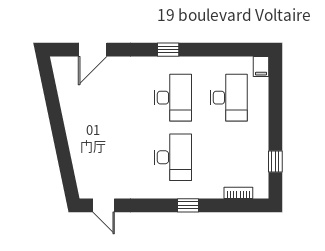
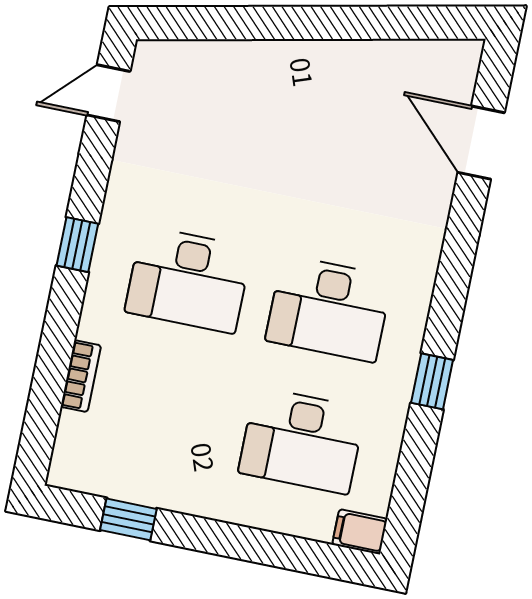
window: (168, 50) -> (432, 381), moved
bookcase: (238, 193) -> (81, 376), moved
window: (188, 205) -> (77, 245), moved

